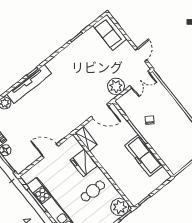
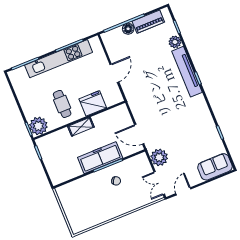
door: (141, 55) -> (183, 191), swing flipped
door: (100, 111) -> (139, 134), hinge flipped
shelving: (86, 139) -> (81, 127), moved
freezer: (144, 156) -> (100, 158), moved

